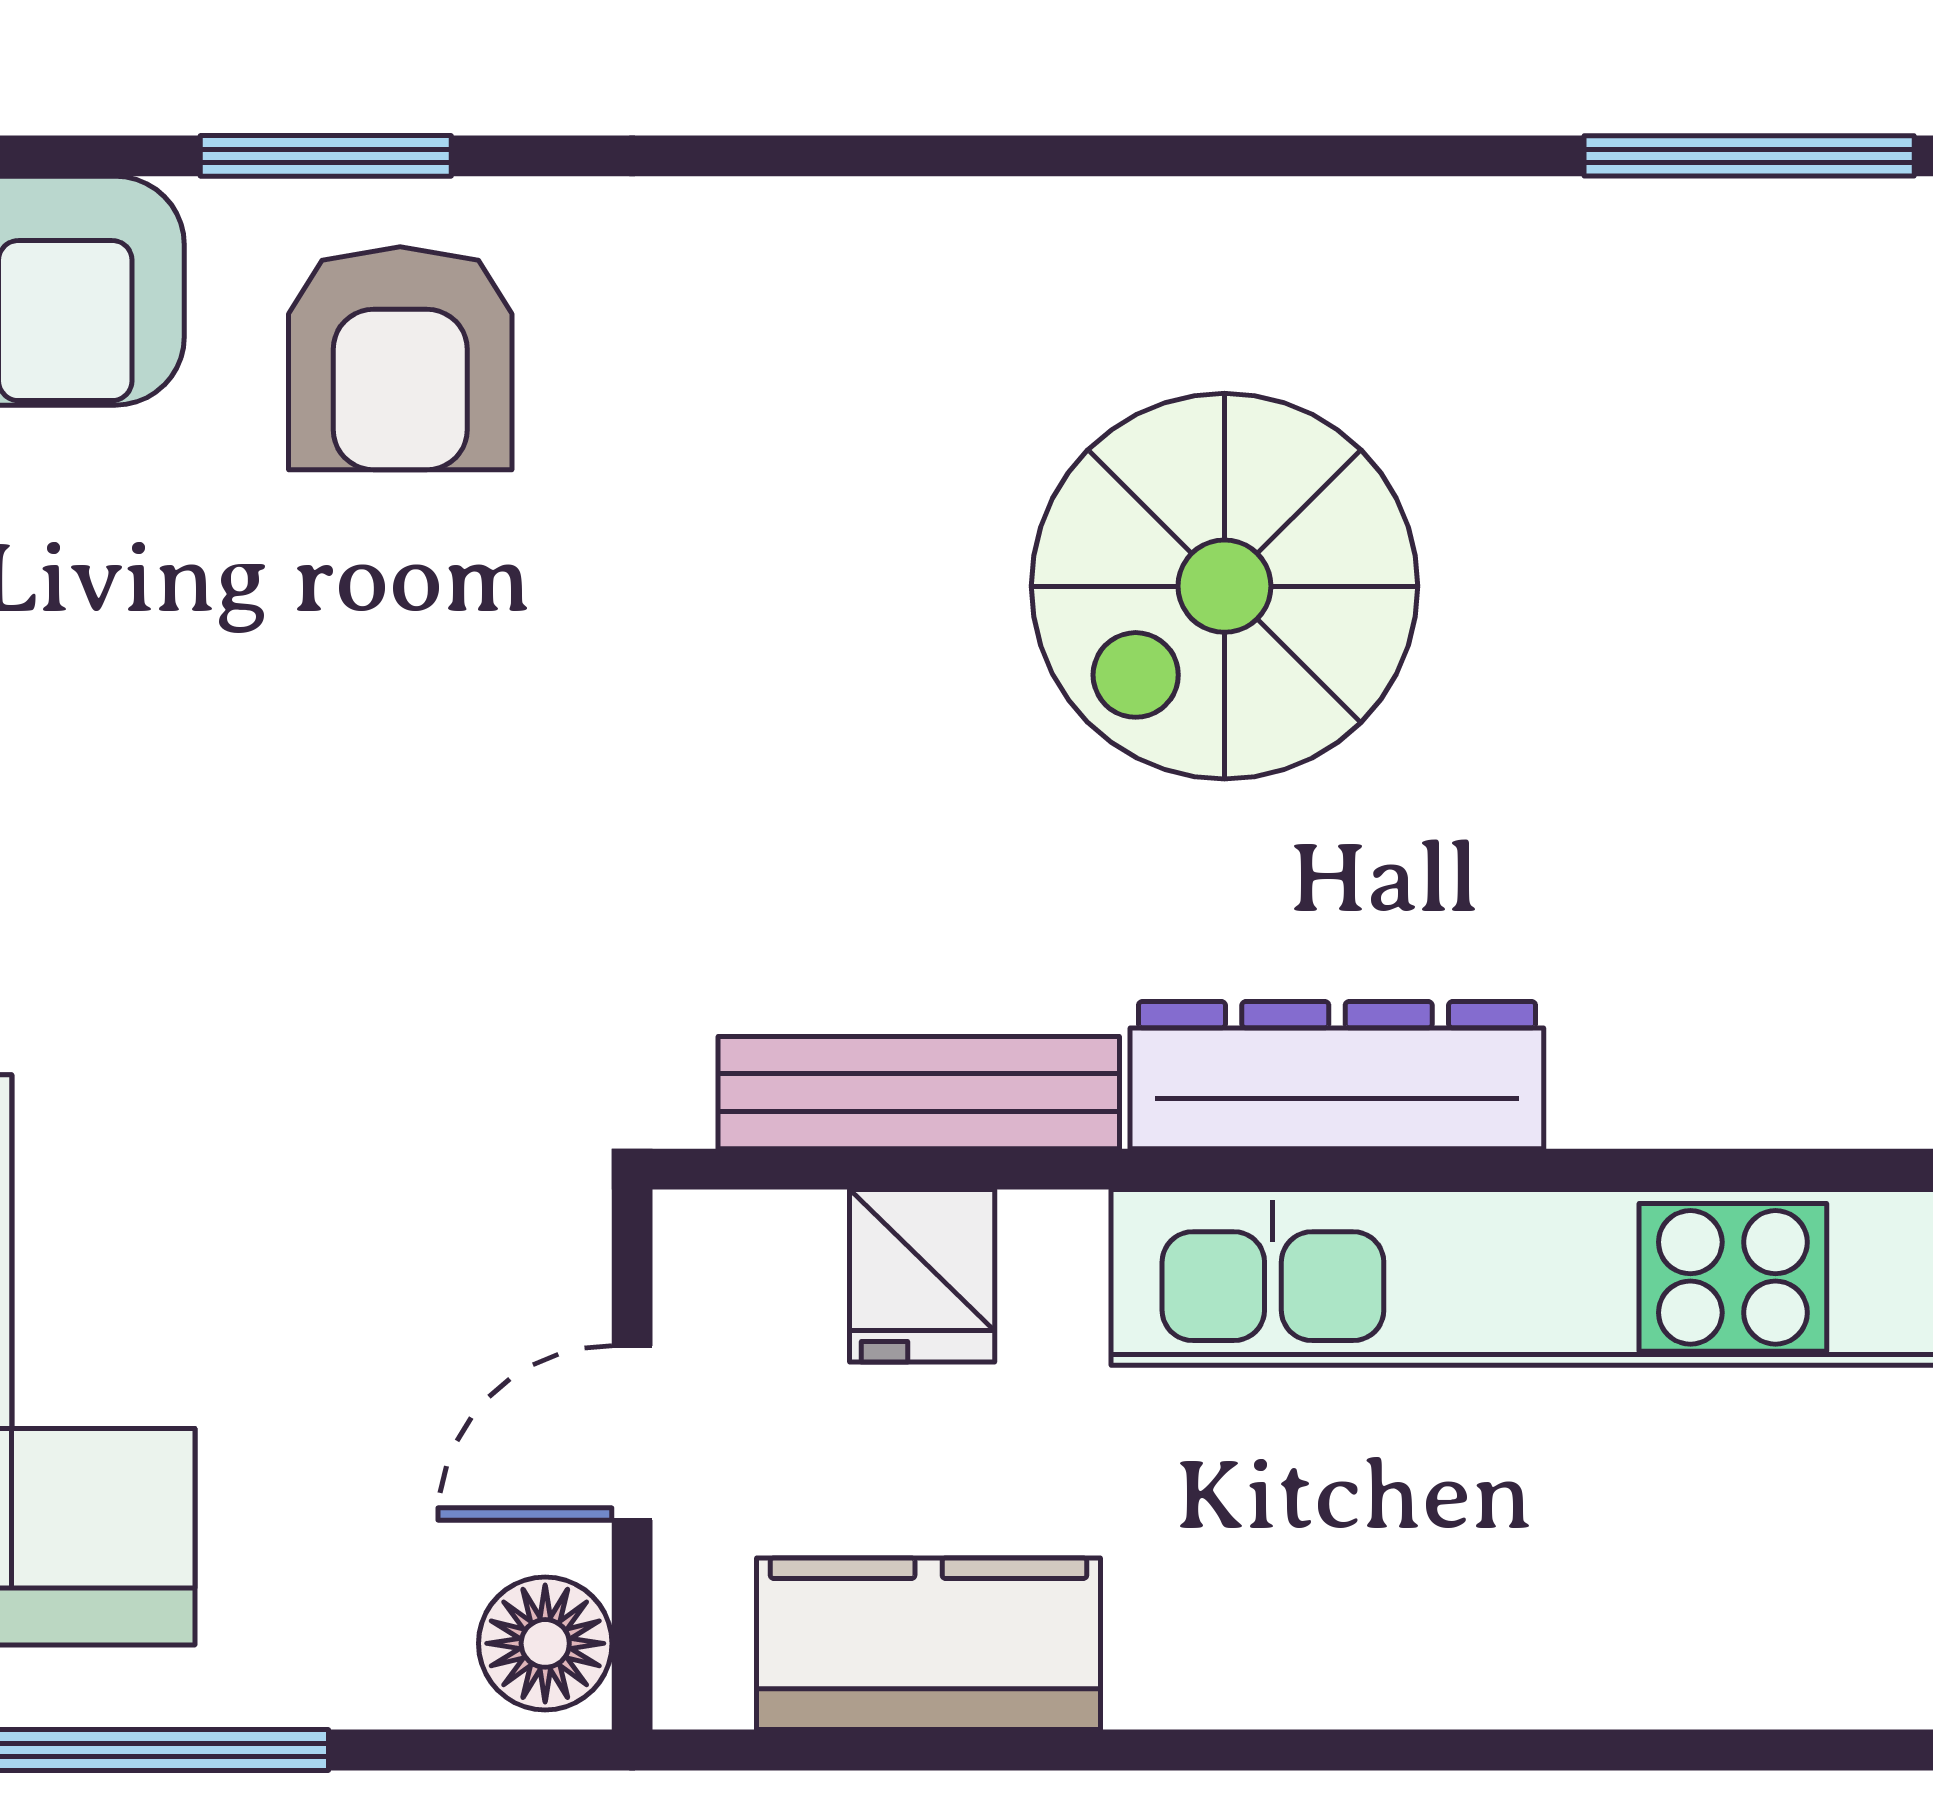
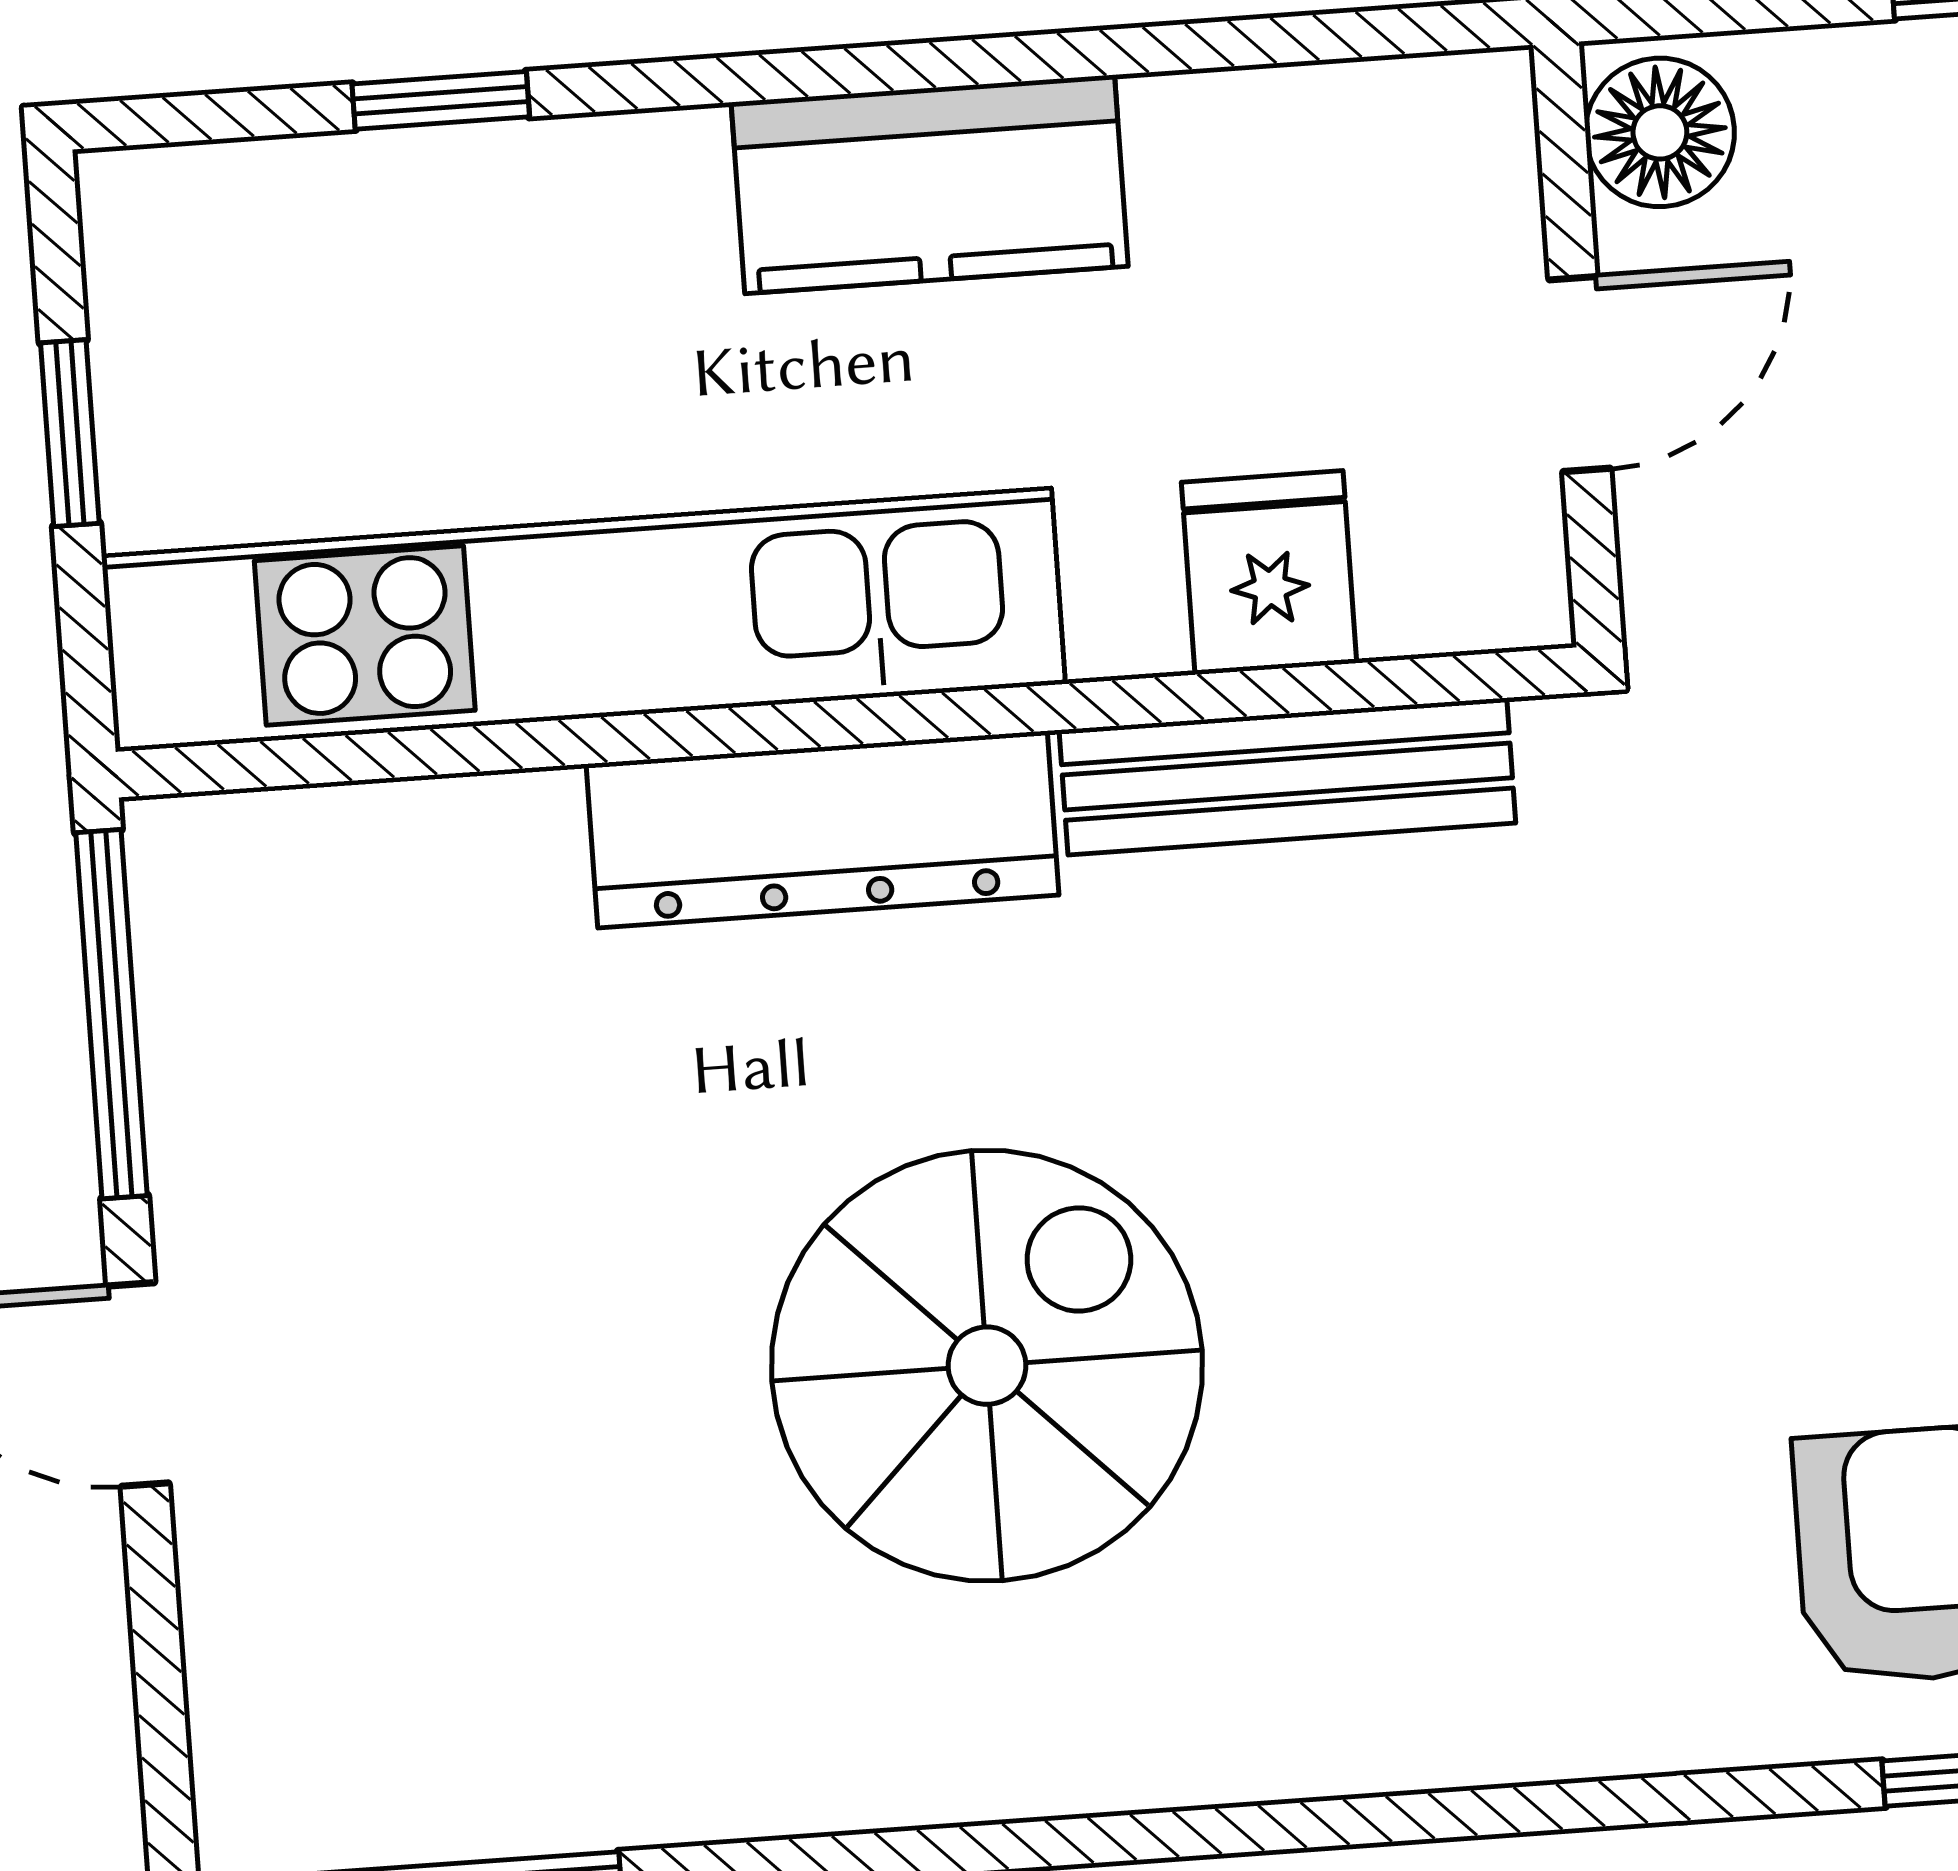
kitchen counter: (929, 1644) -> (930, 184), moved
window: (1631, 1750) -> (441, 100), added

